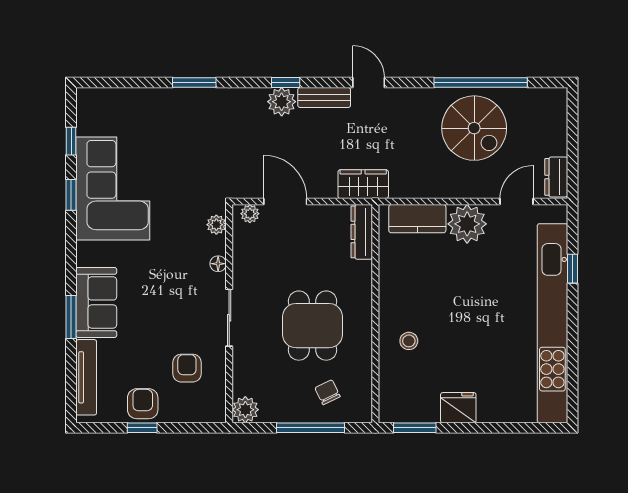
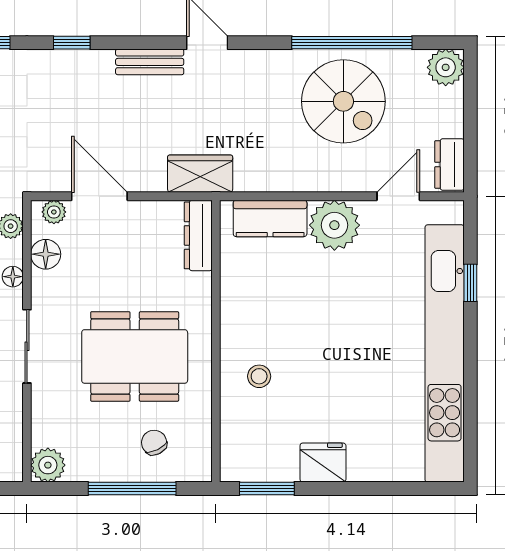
window: (286, 83) -> (72, 43), moved
plant: (282, 102) -> (446, 67), moved
floor lamp: (244, 246) -> (46, 254), added
dining table: (312, 326) -> (135, 356), width x1.38

